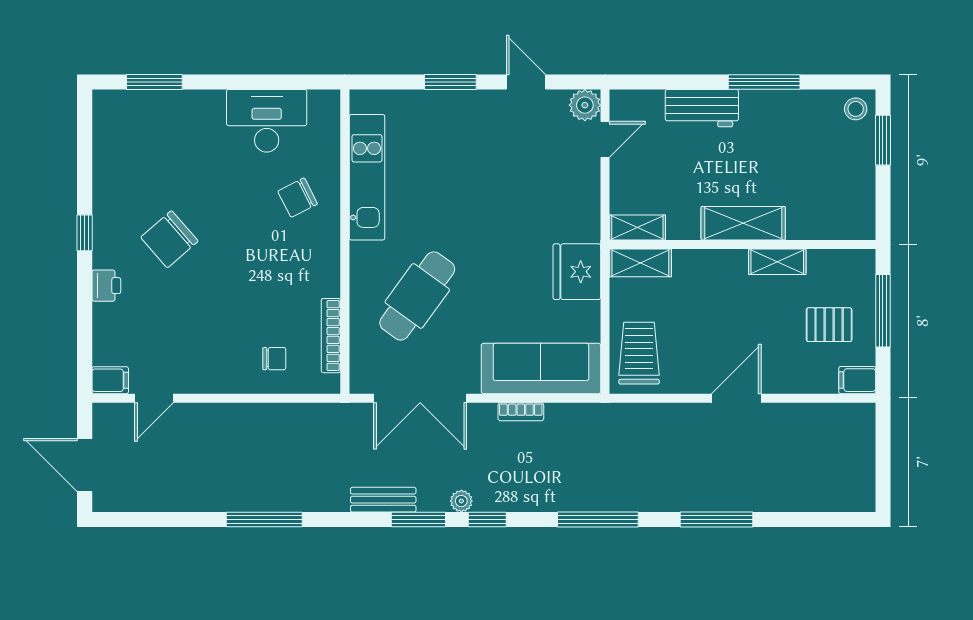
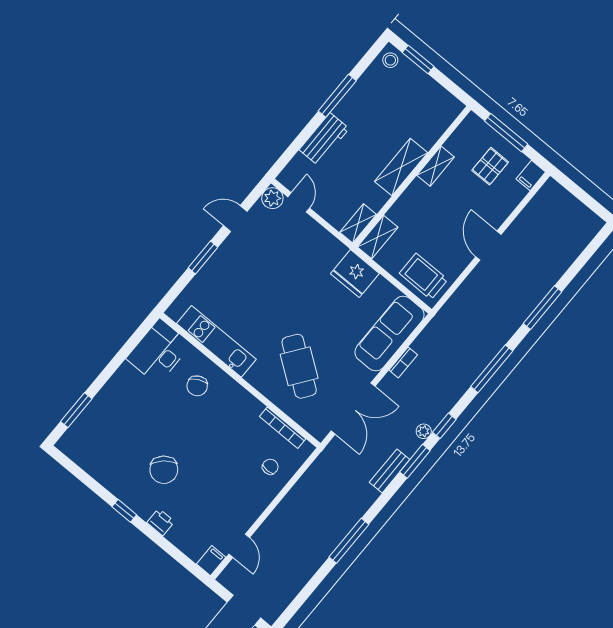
desk: (267, 121) -> (159, 352), moved

